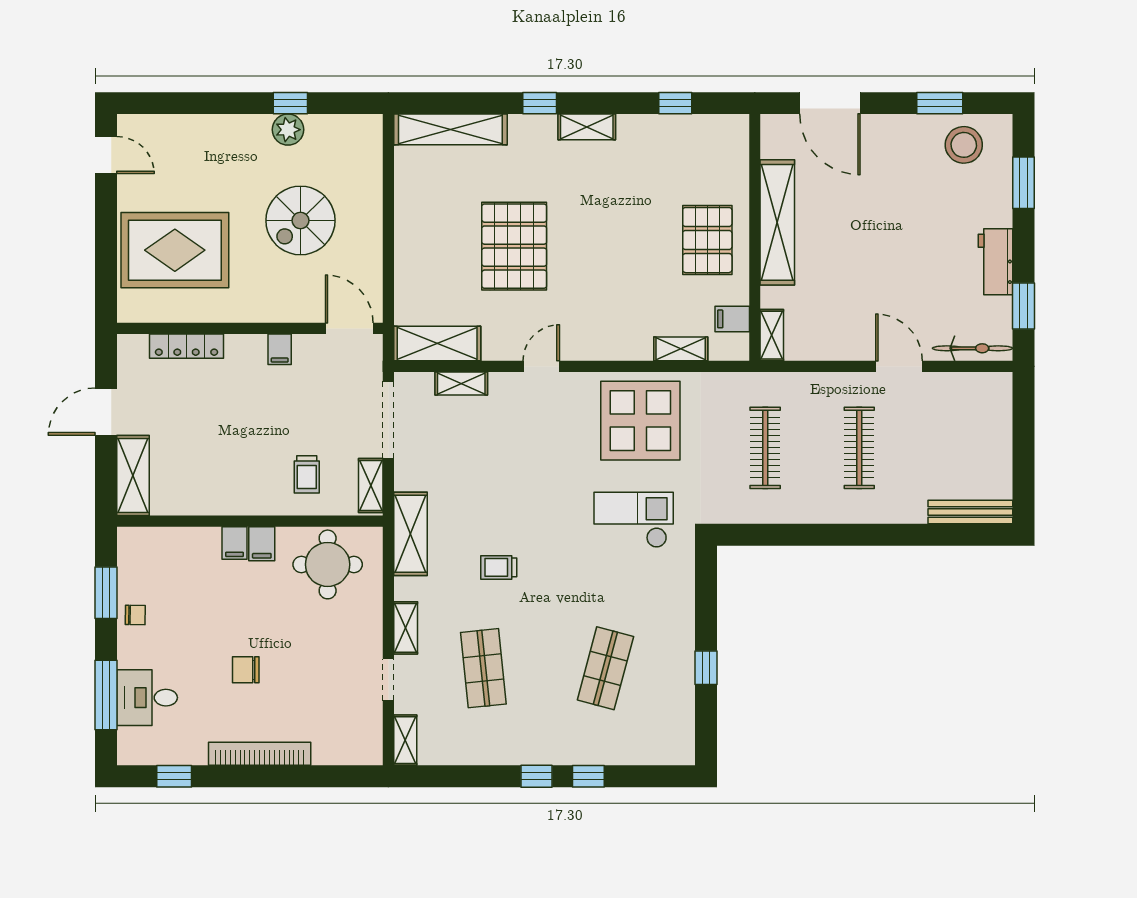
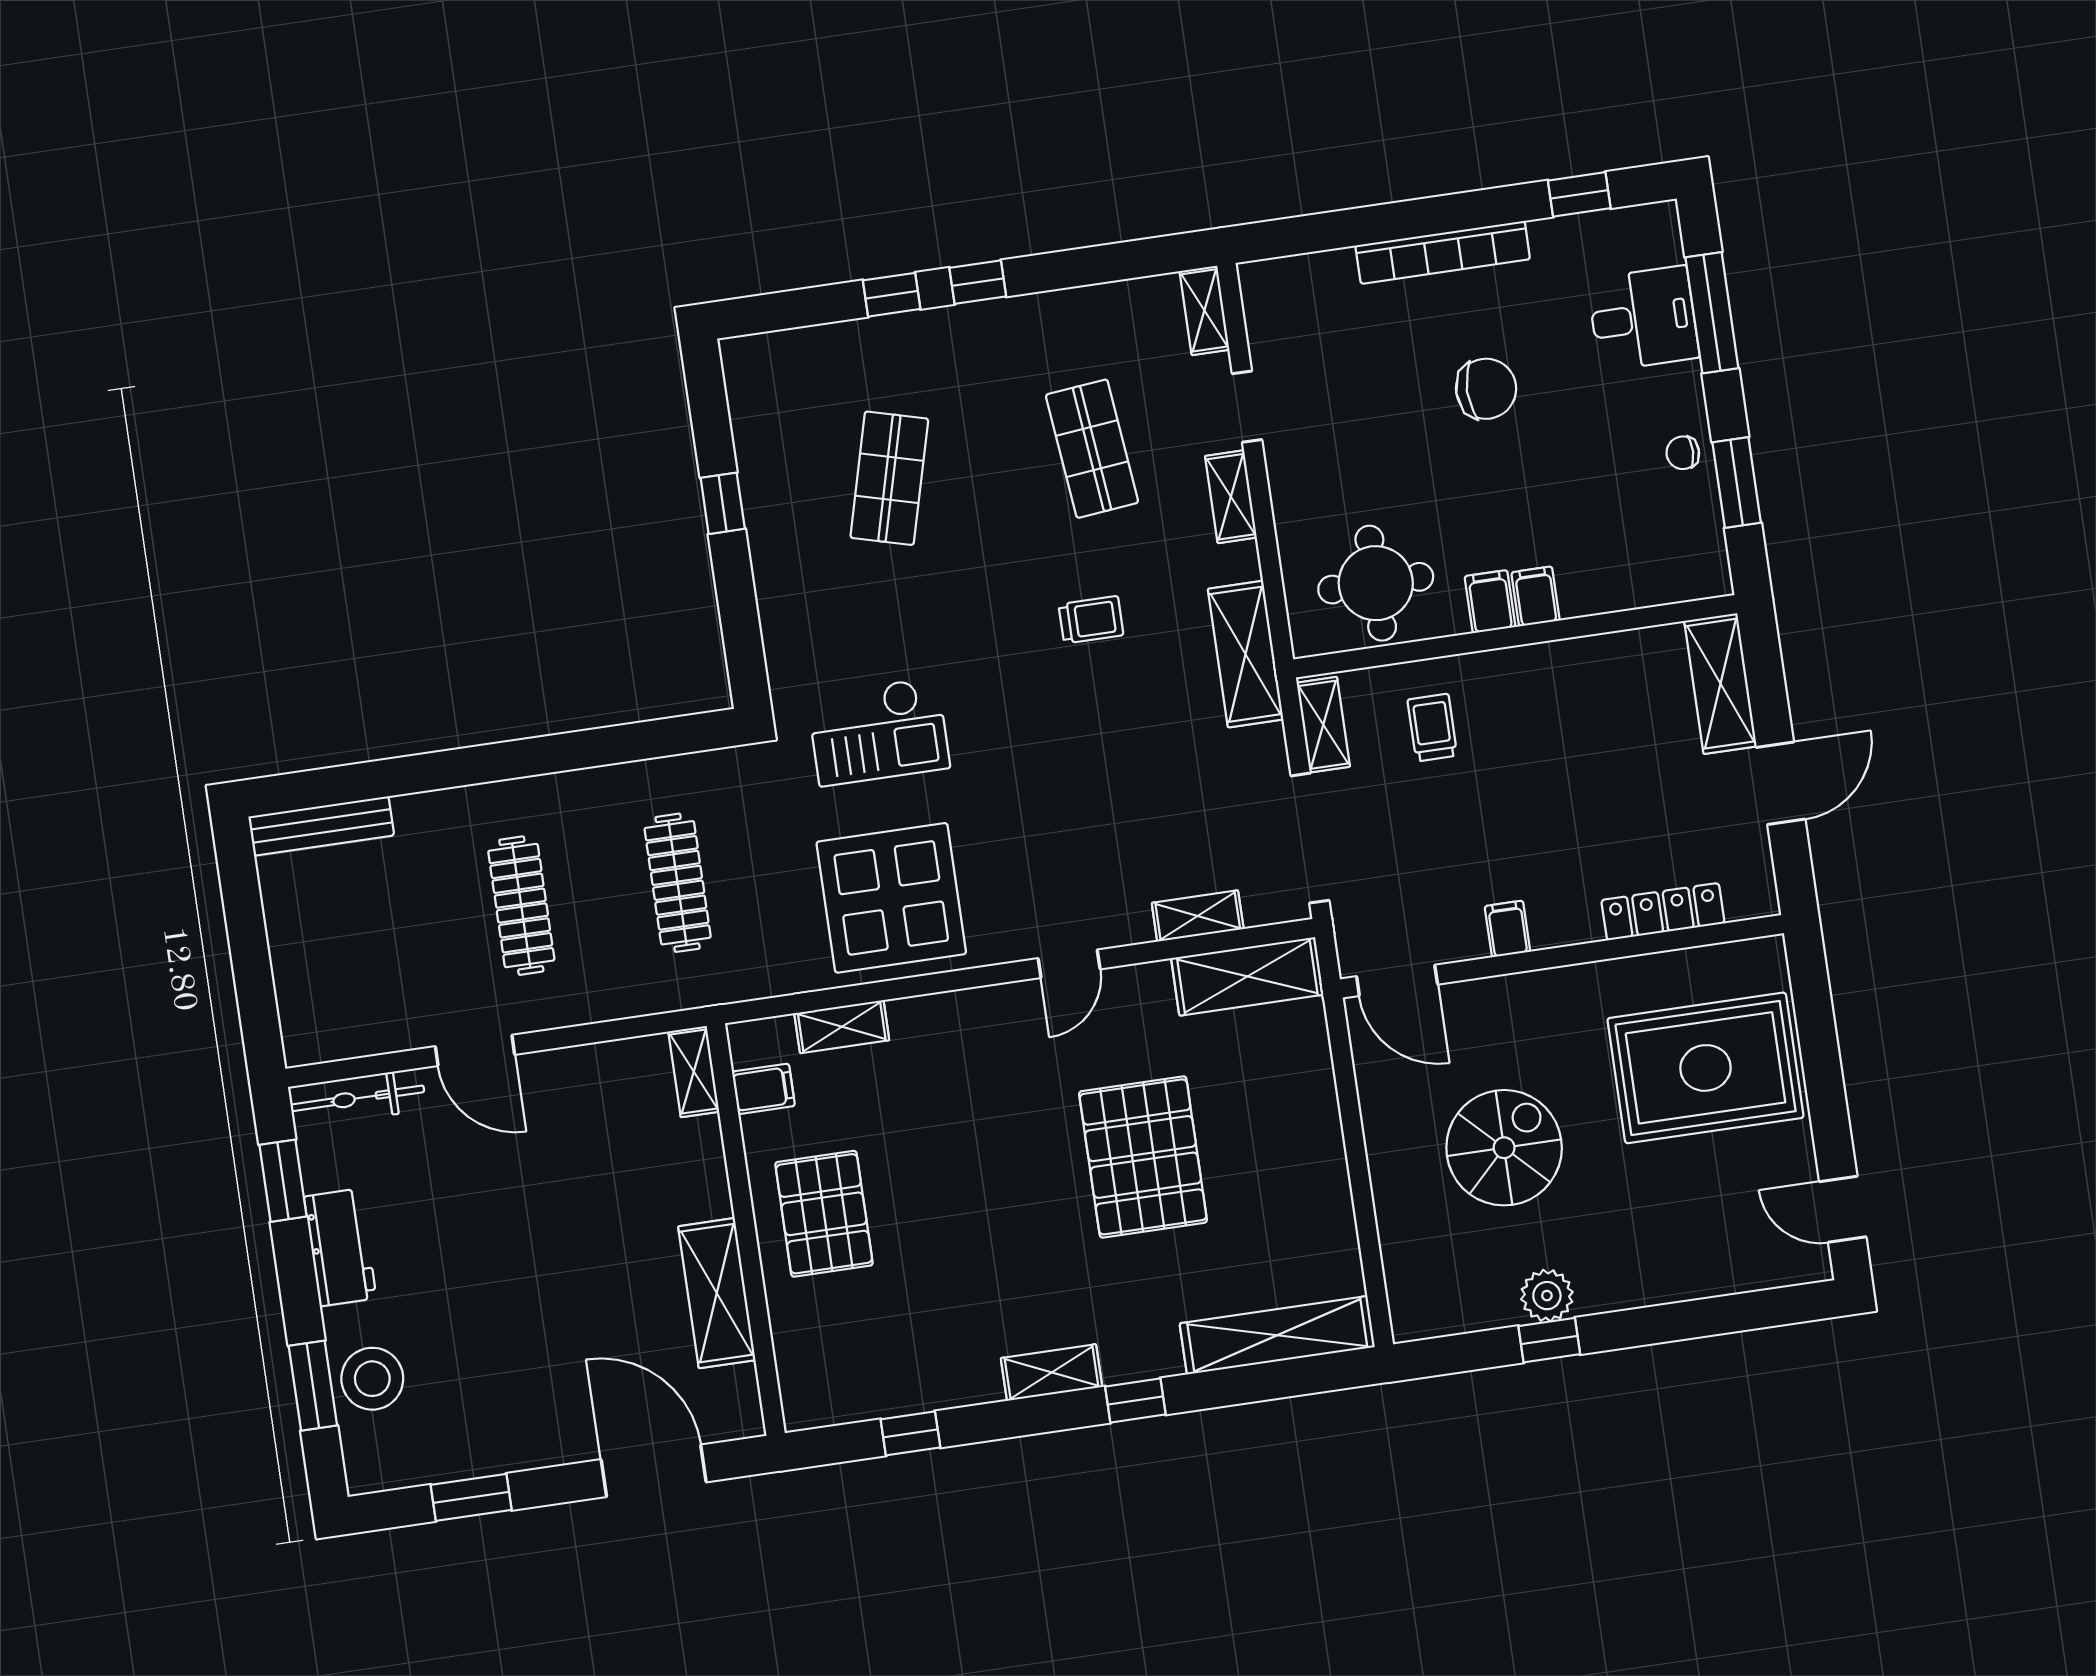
stool: (964, 145) -> (372, 1379), moved
shelving: (777, 222) -> (717, 1293), width x0.68
chair: (246, 670) -> (1486, 389), width x1.37, depth x1.37

